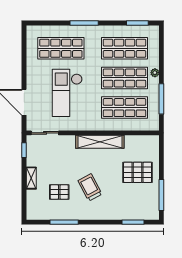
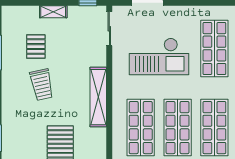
checkout: (67, 93) -> (159, 56), turned 180
trolley: (90, 187) -> (42, 85), turned 106

